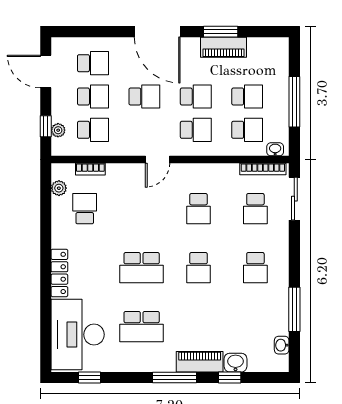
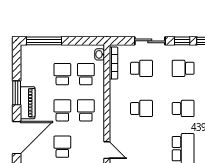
piano: (224, 47) -> (28, 103), moved
window: (294, 102) -> (44, 41), moved
door: (158, 160) -> (107, 150), moved
sliding door: (294, 199) -> (150, 41), moved
window: (294, 266) -> (182, 41), added
school desk: (255, 268) -> (183, 68), turned 180

